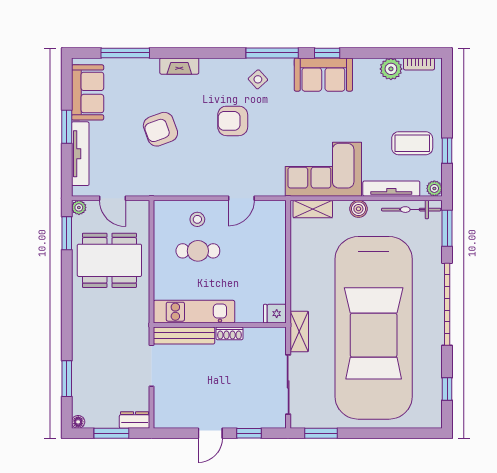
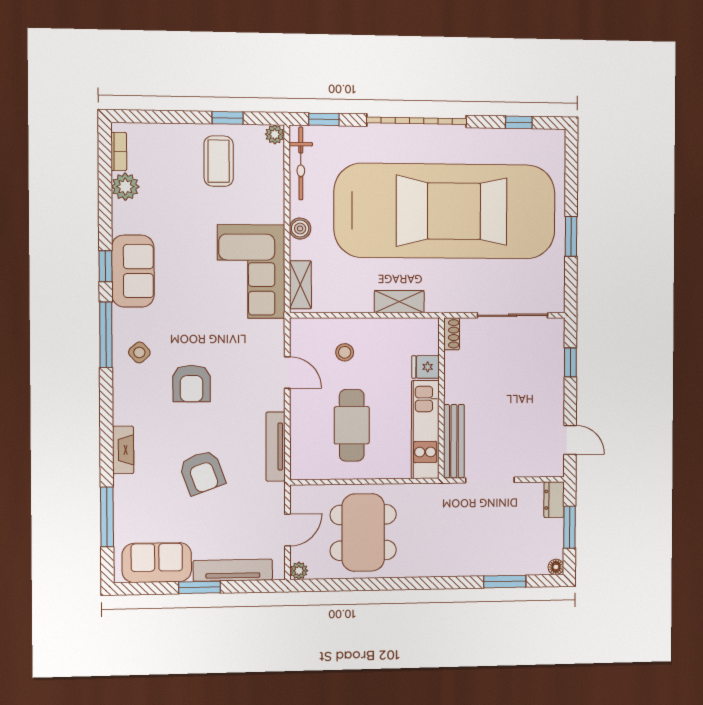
tv unit: (391, 189) -> (276, 447), moved
stool: (197, 219) -> (345, 352), moved
window: (447, 228) -> (324, 119), width x0.67
window: (67, 233) -> (330, 585), removed
cafe table: (198, 251) -> (352, 425), width x1.37, depth x1.35
fridge: (275, 314) -> (426, 367), moved, turned 90
shelving: (299, 331) -> (399, 302), moved
shoe rack: (229, 333) -> (452, 334), moved
door: (210, 433) -> (570, 440), moved
window: (321, 433) -> (571, 236), moved

